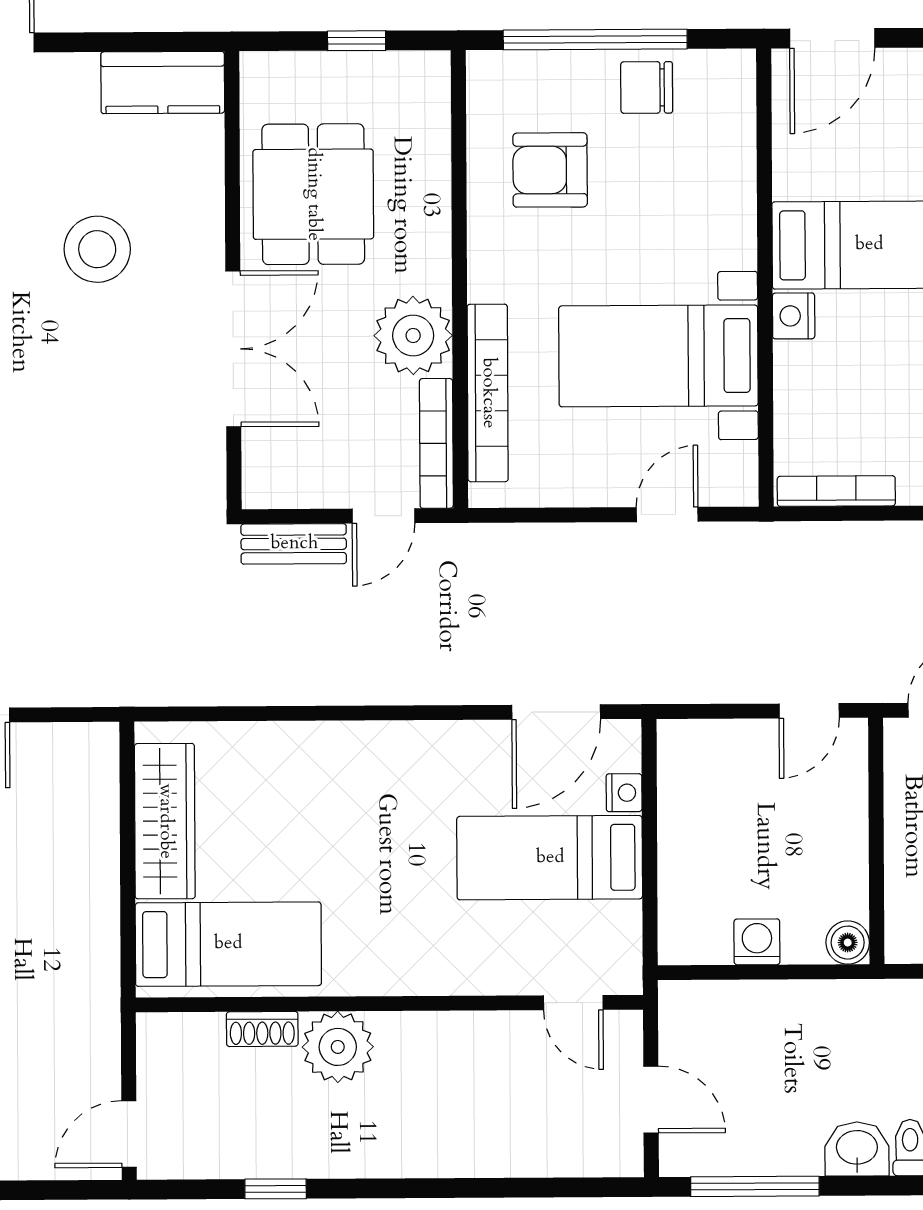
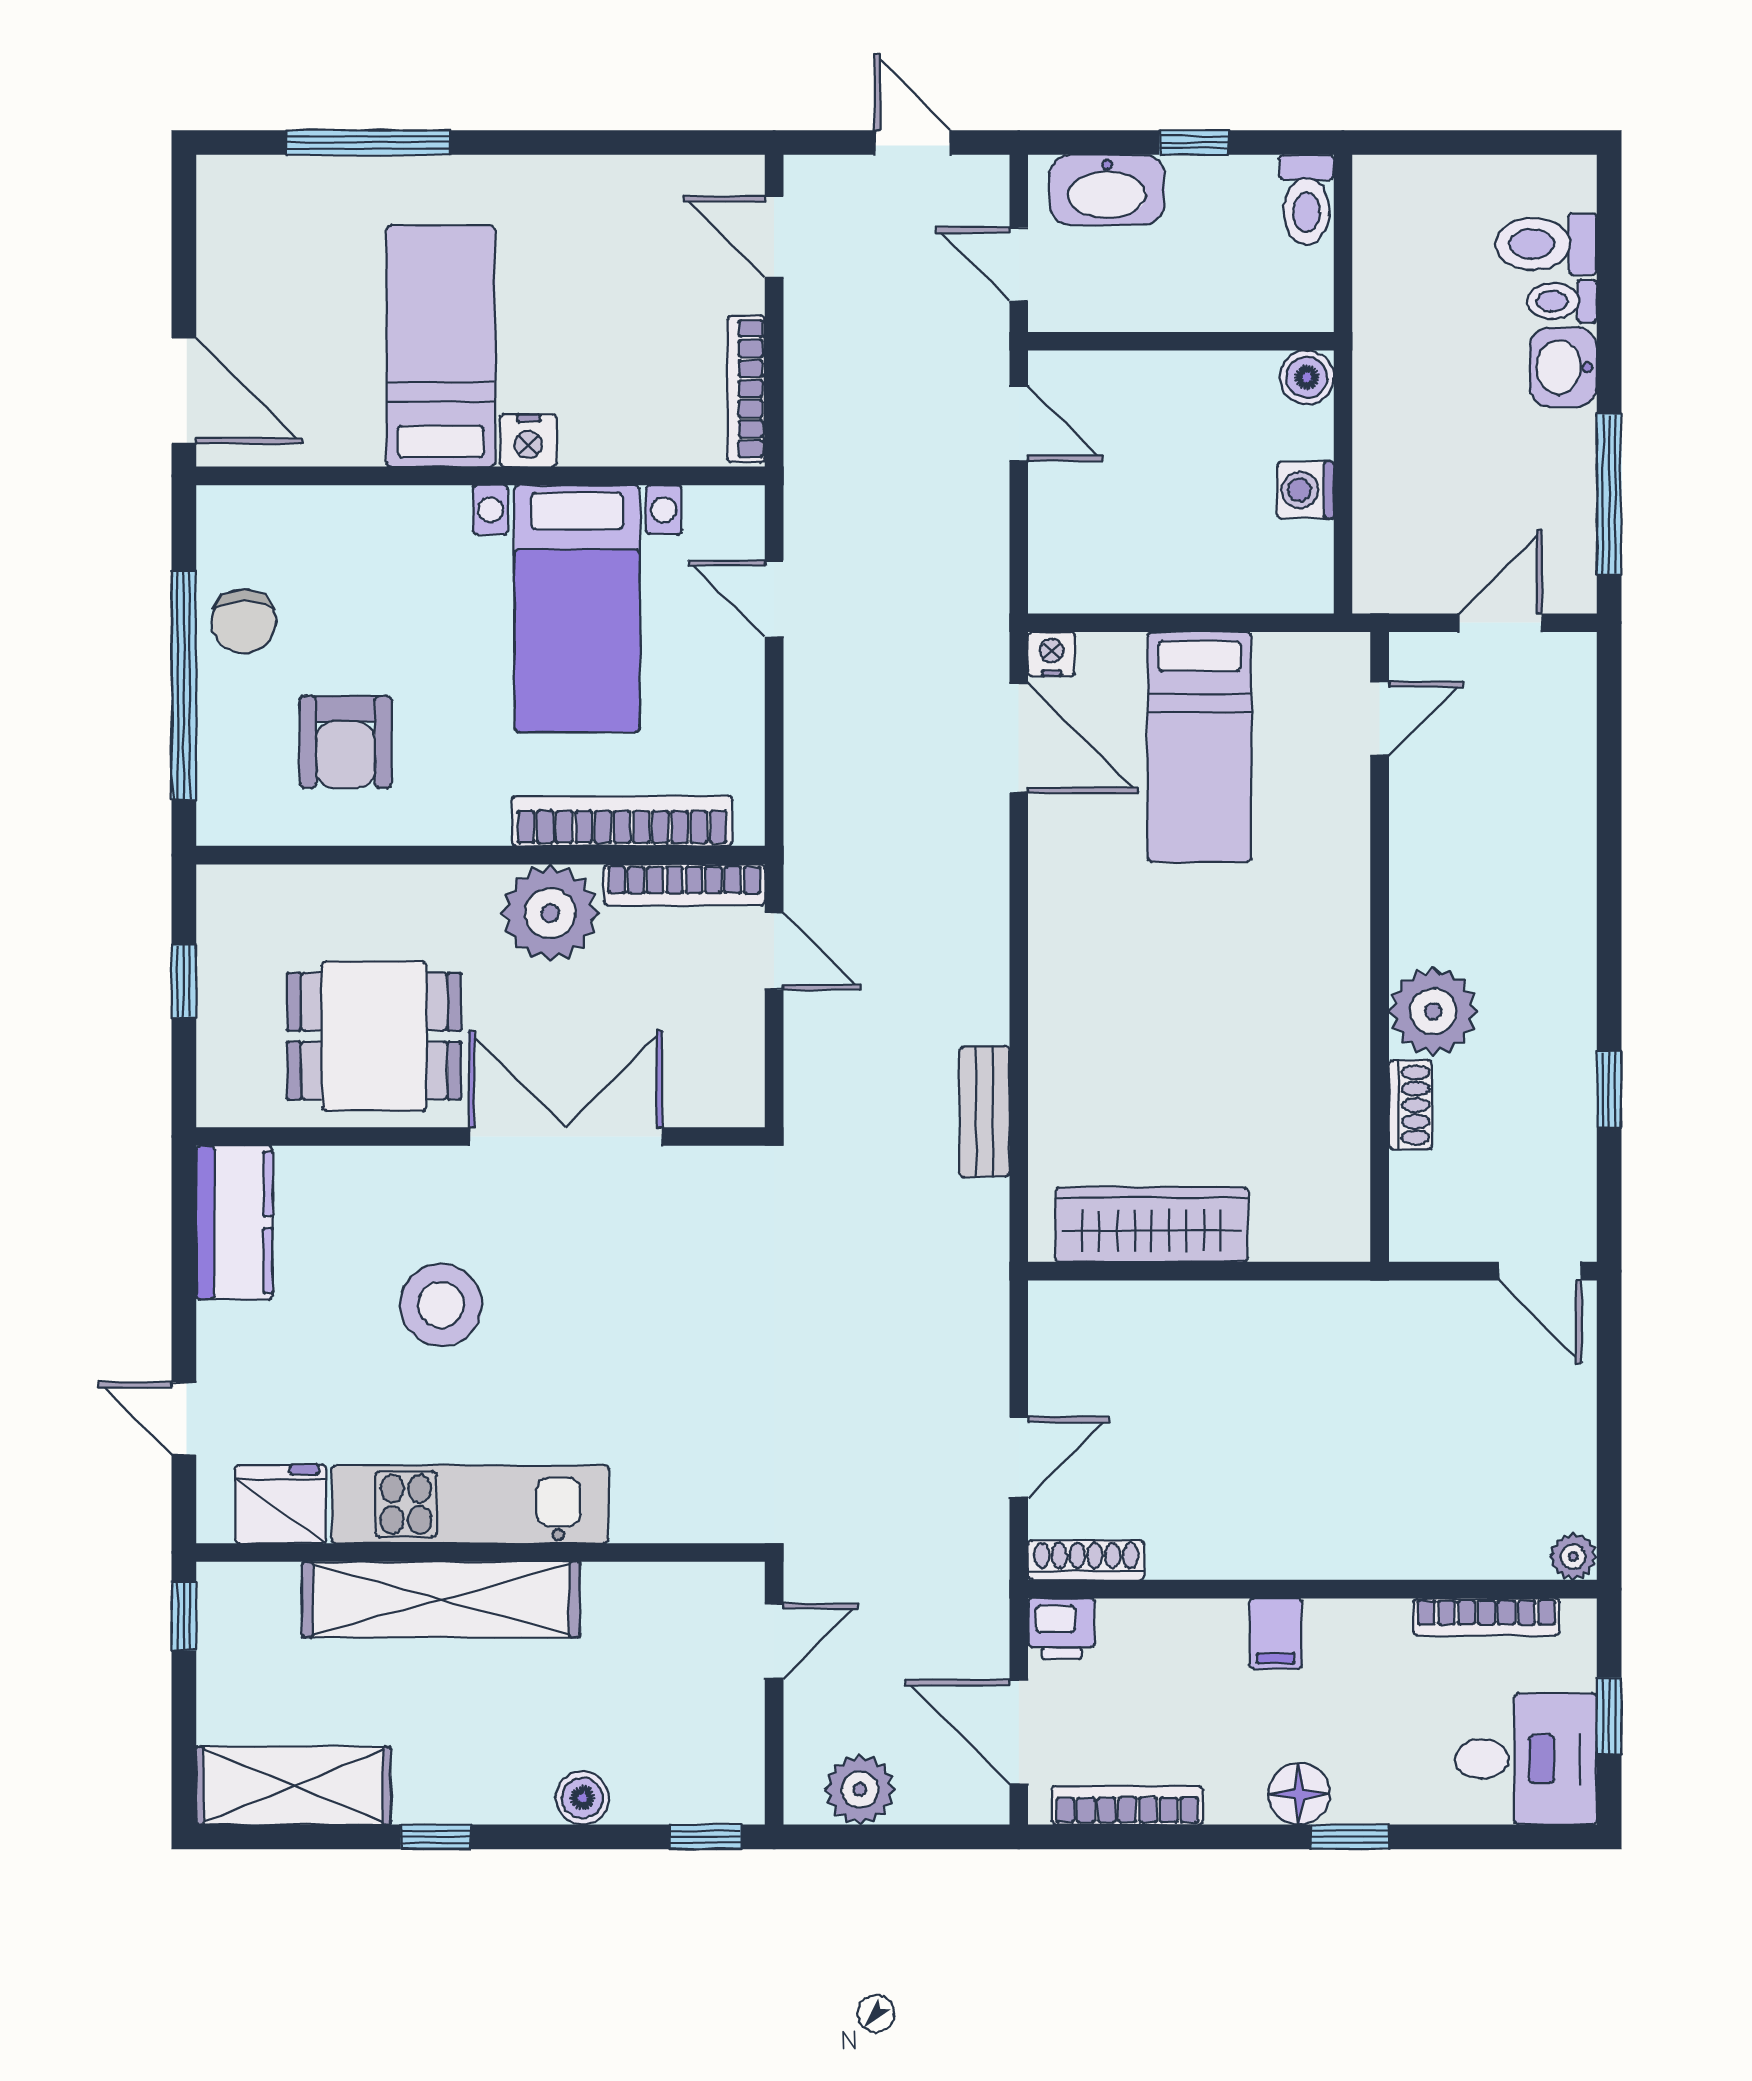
bench: (294, 544) -> (985, 1112), moved
nightstand: (624, 793) -> (1051, 654), moved
bed: (228, 944) -> (1305, 1147), removed

